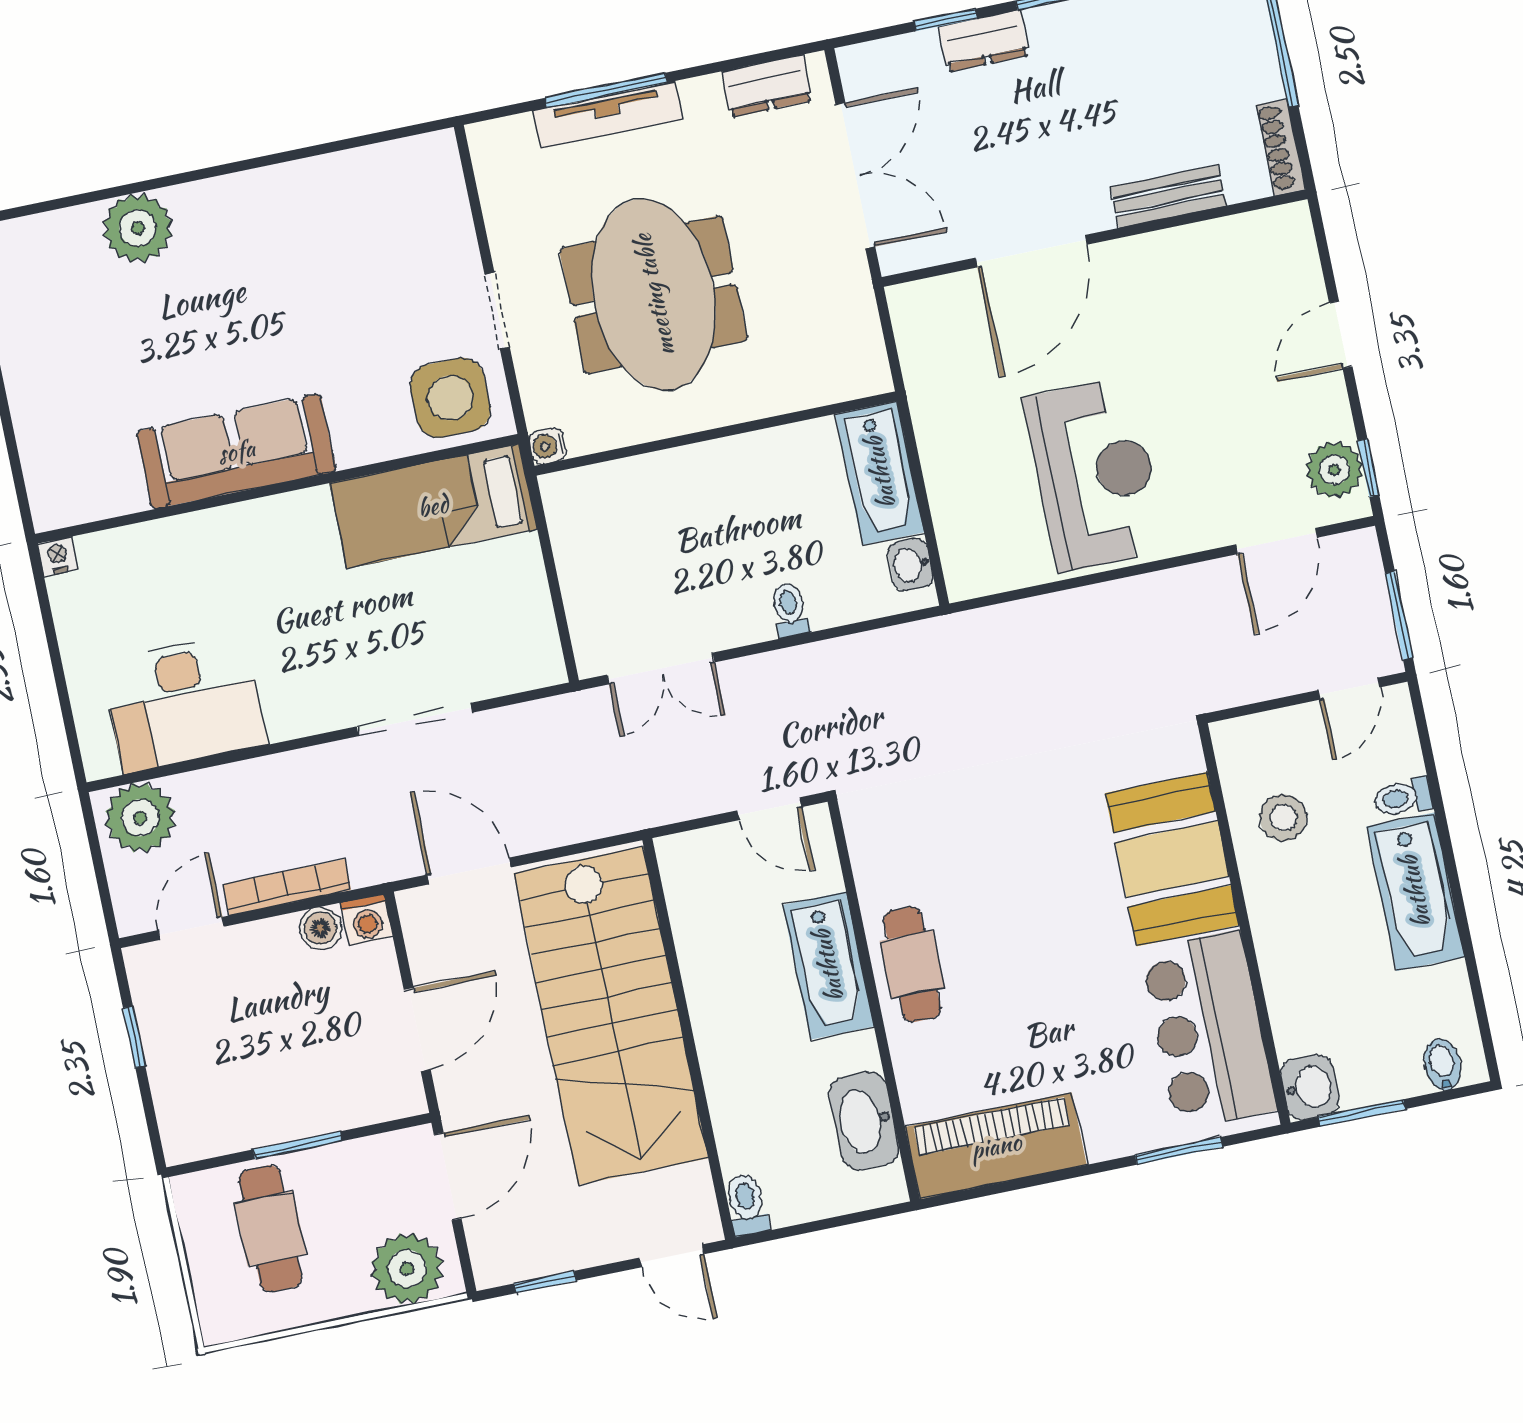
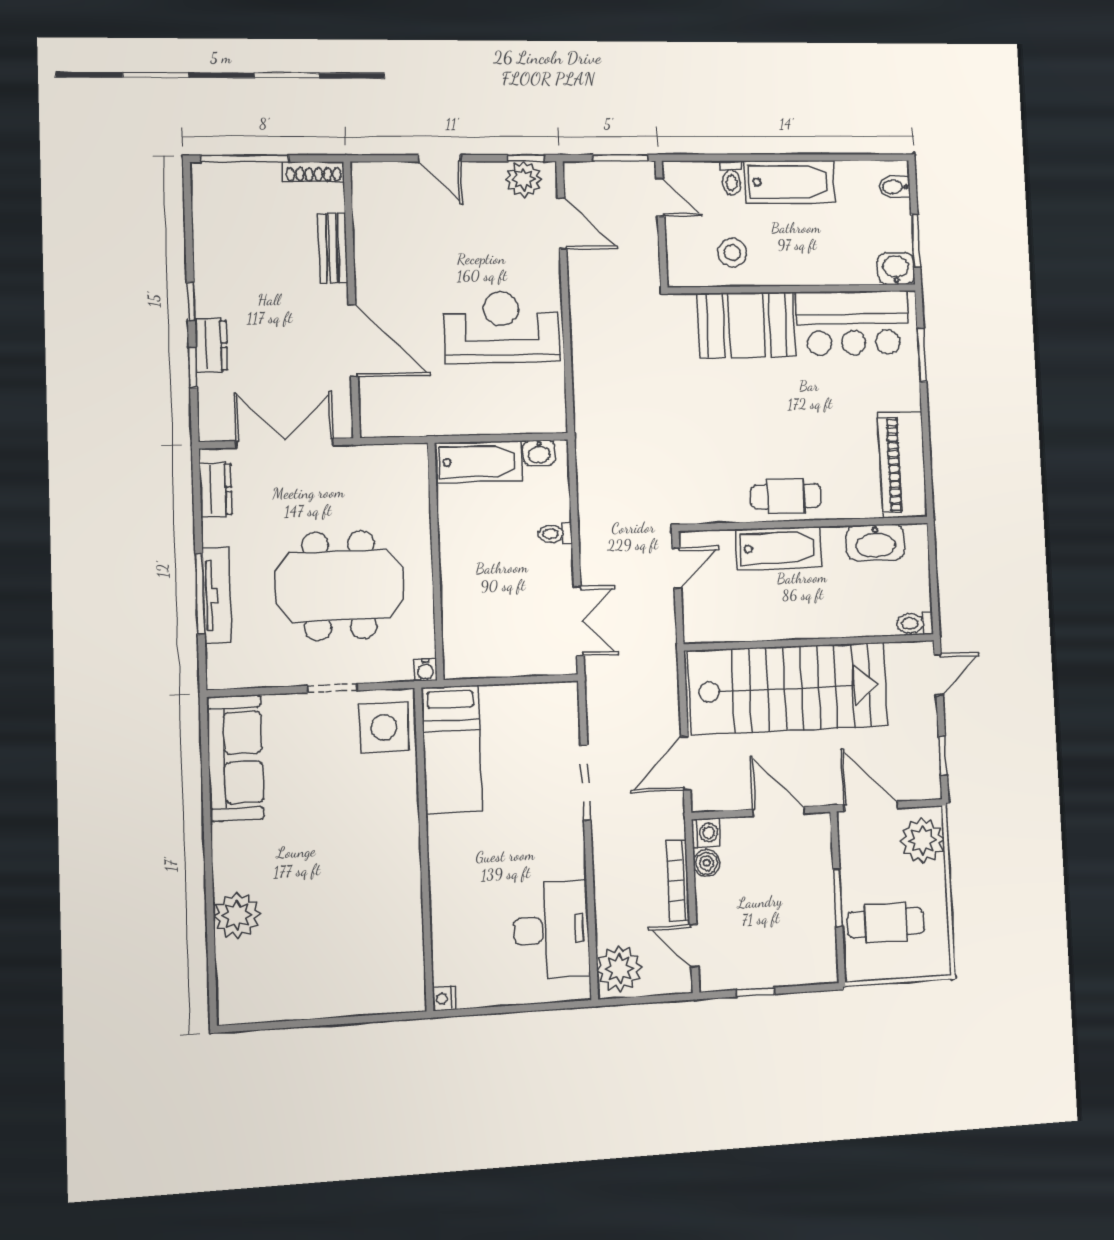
sofa: (236, 451) -> (235, 758), moved, turned 180

